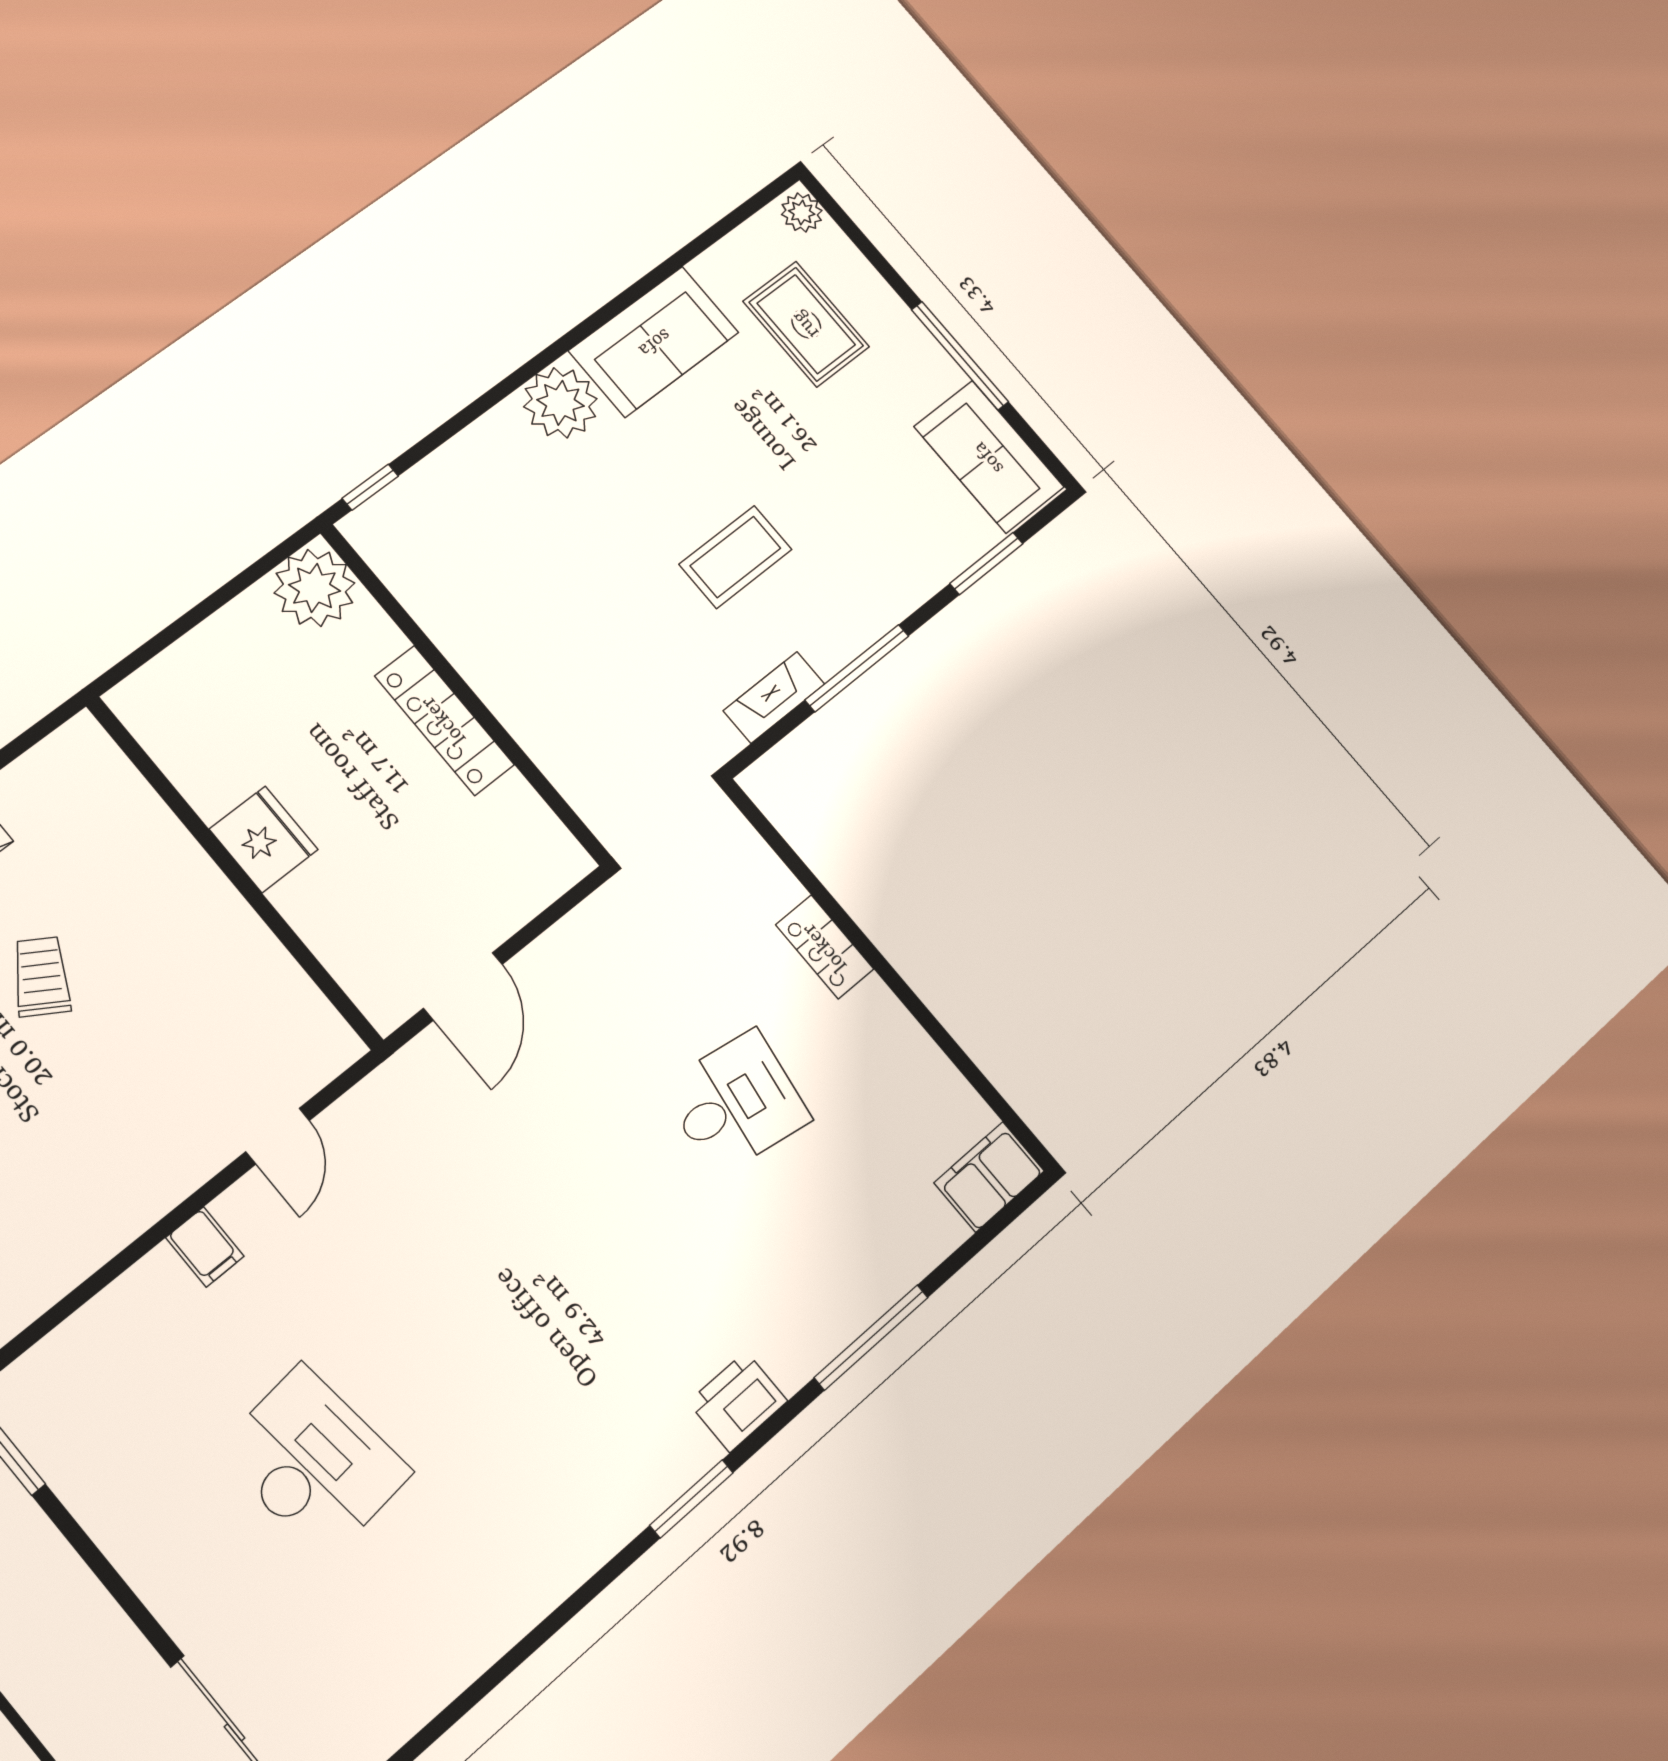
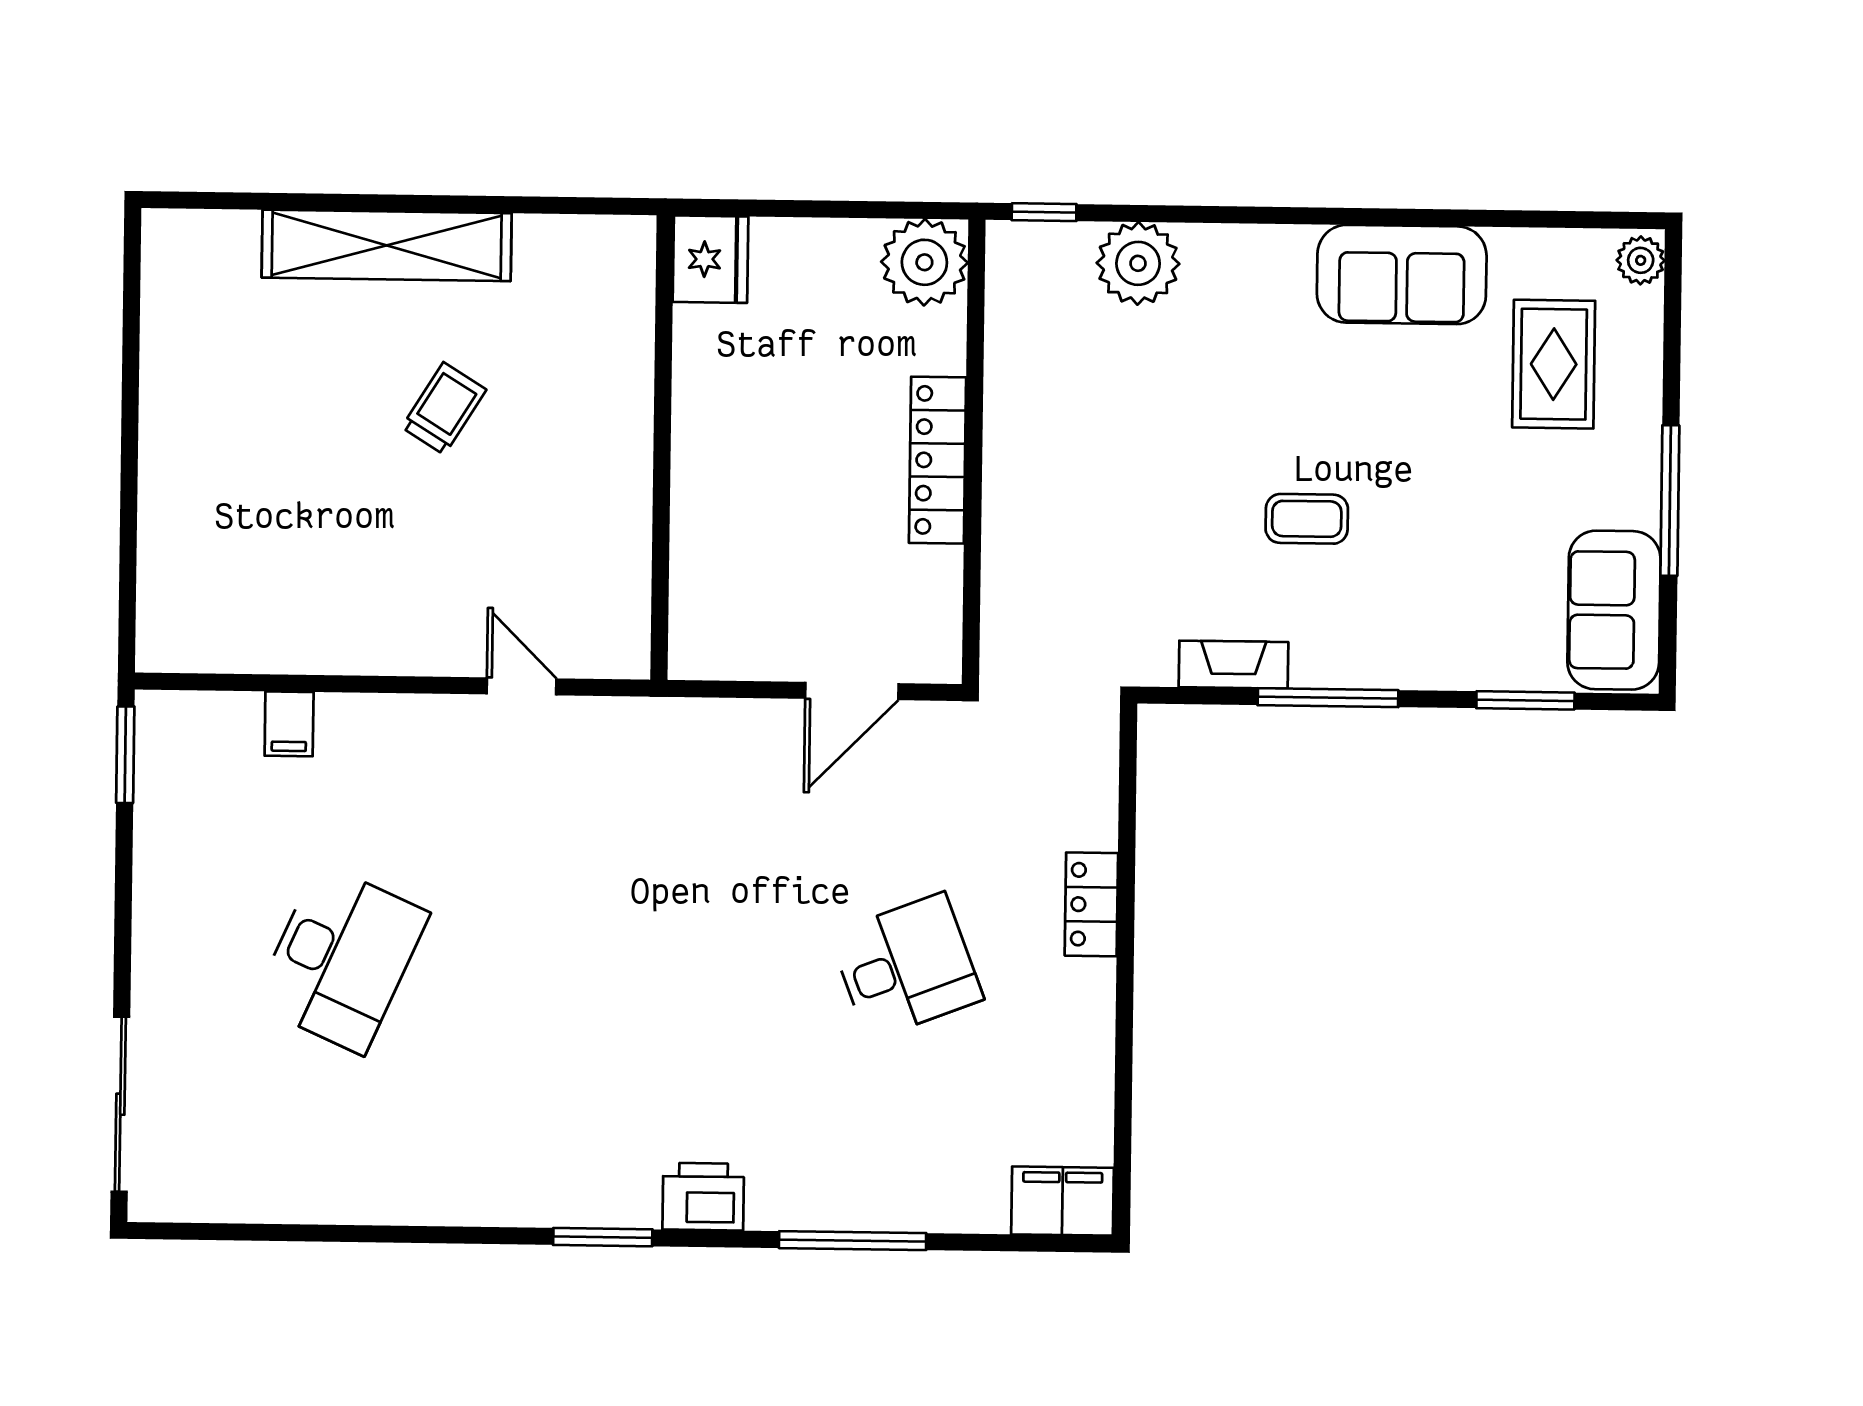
plant: (560, 403) -> (1138, 263), moved
coffee table: (736, 557) -> (1307, 519), width x0.73, depth x0.77
fridge: (264, 839) -> (710, 259), moved
door: (463, 986) -> (852, 691), moved
desk: (736, 1103) -> (906, 967), turned -30
door: (278, 1136) -> (521, 686), swing flipped
filing cabinet: (205, 1247) -> (289, 724), moved
desk: (314, 1462) -> (341, 959), turned 30

